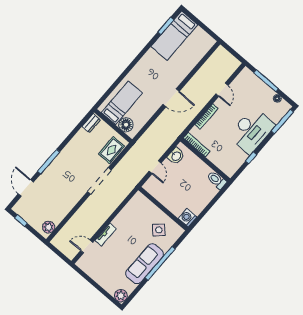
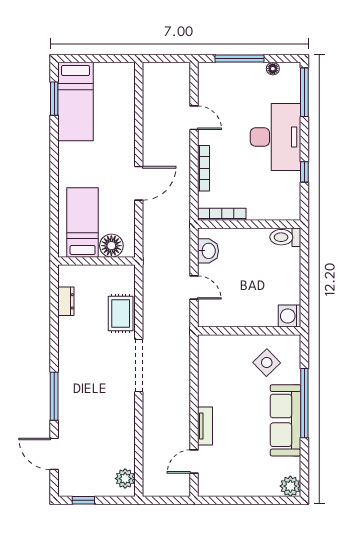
bed: (122, 103) -> (83, 223), moved
floor lamp: (126, 125) -> (111, 246), moved
wall: (113, 126) -> (96, 261), moved

